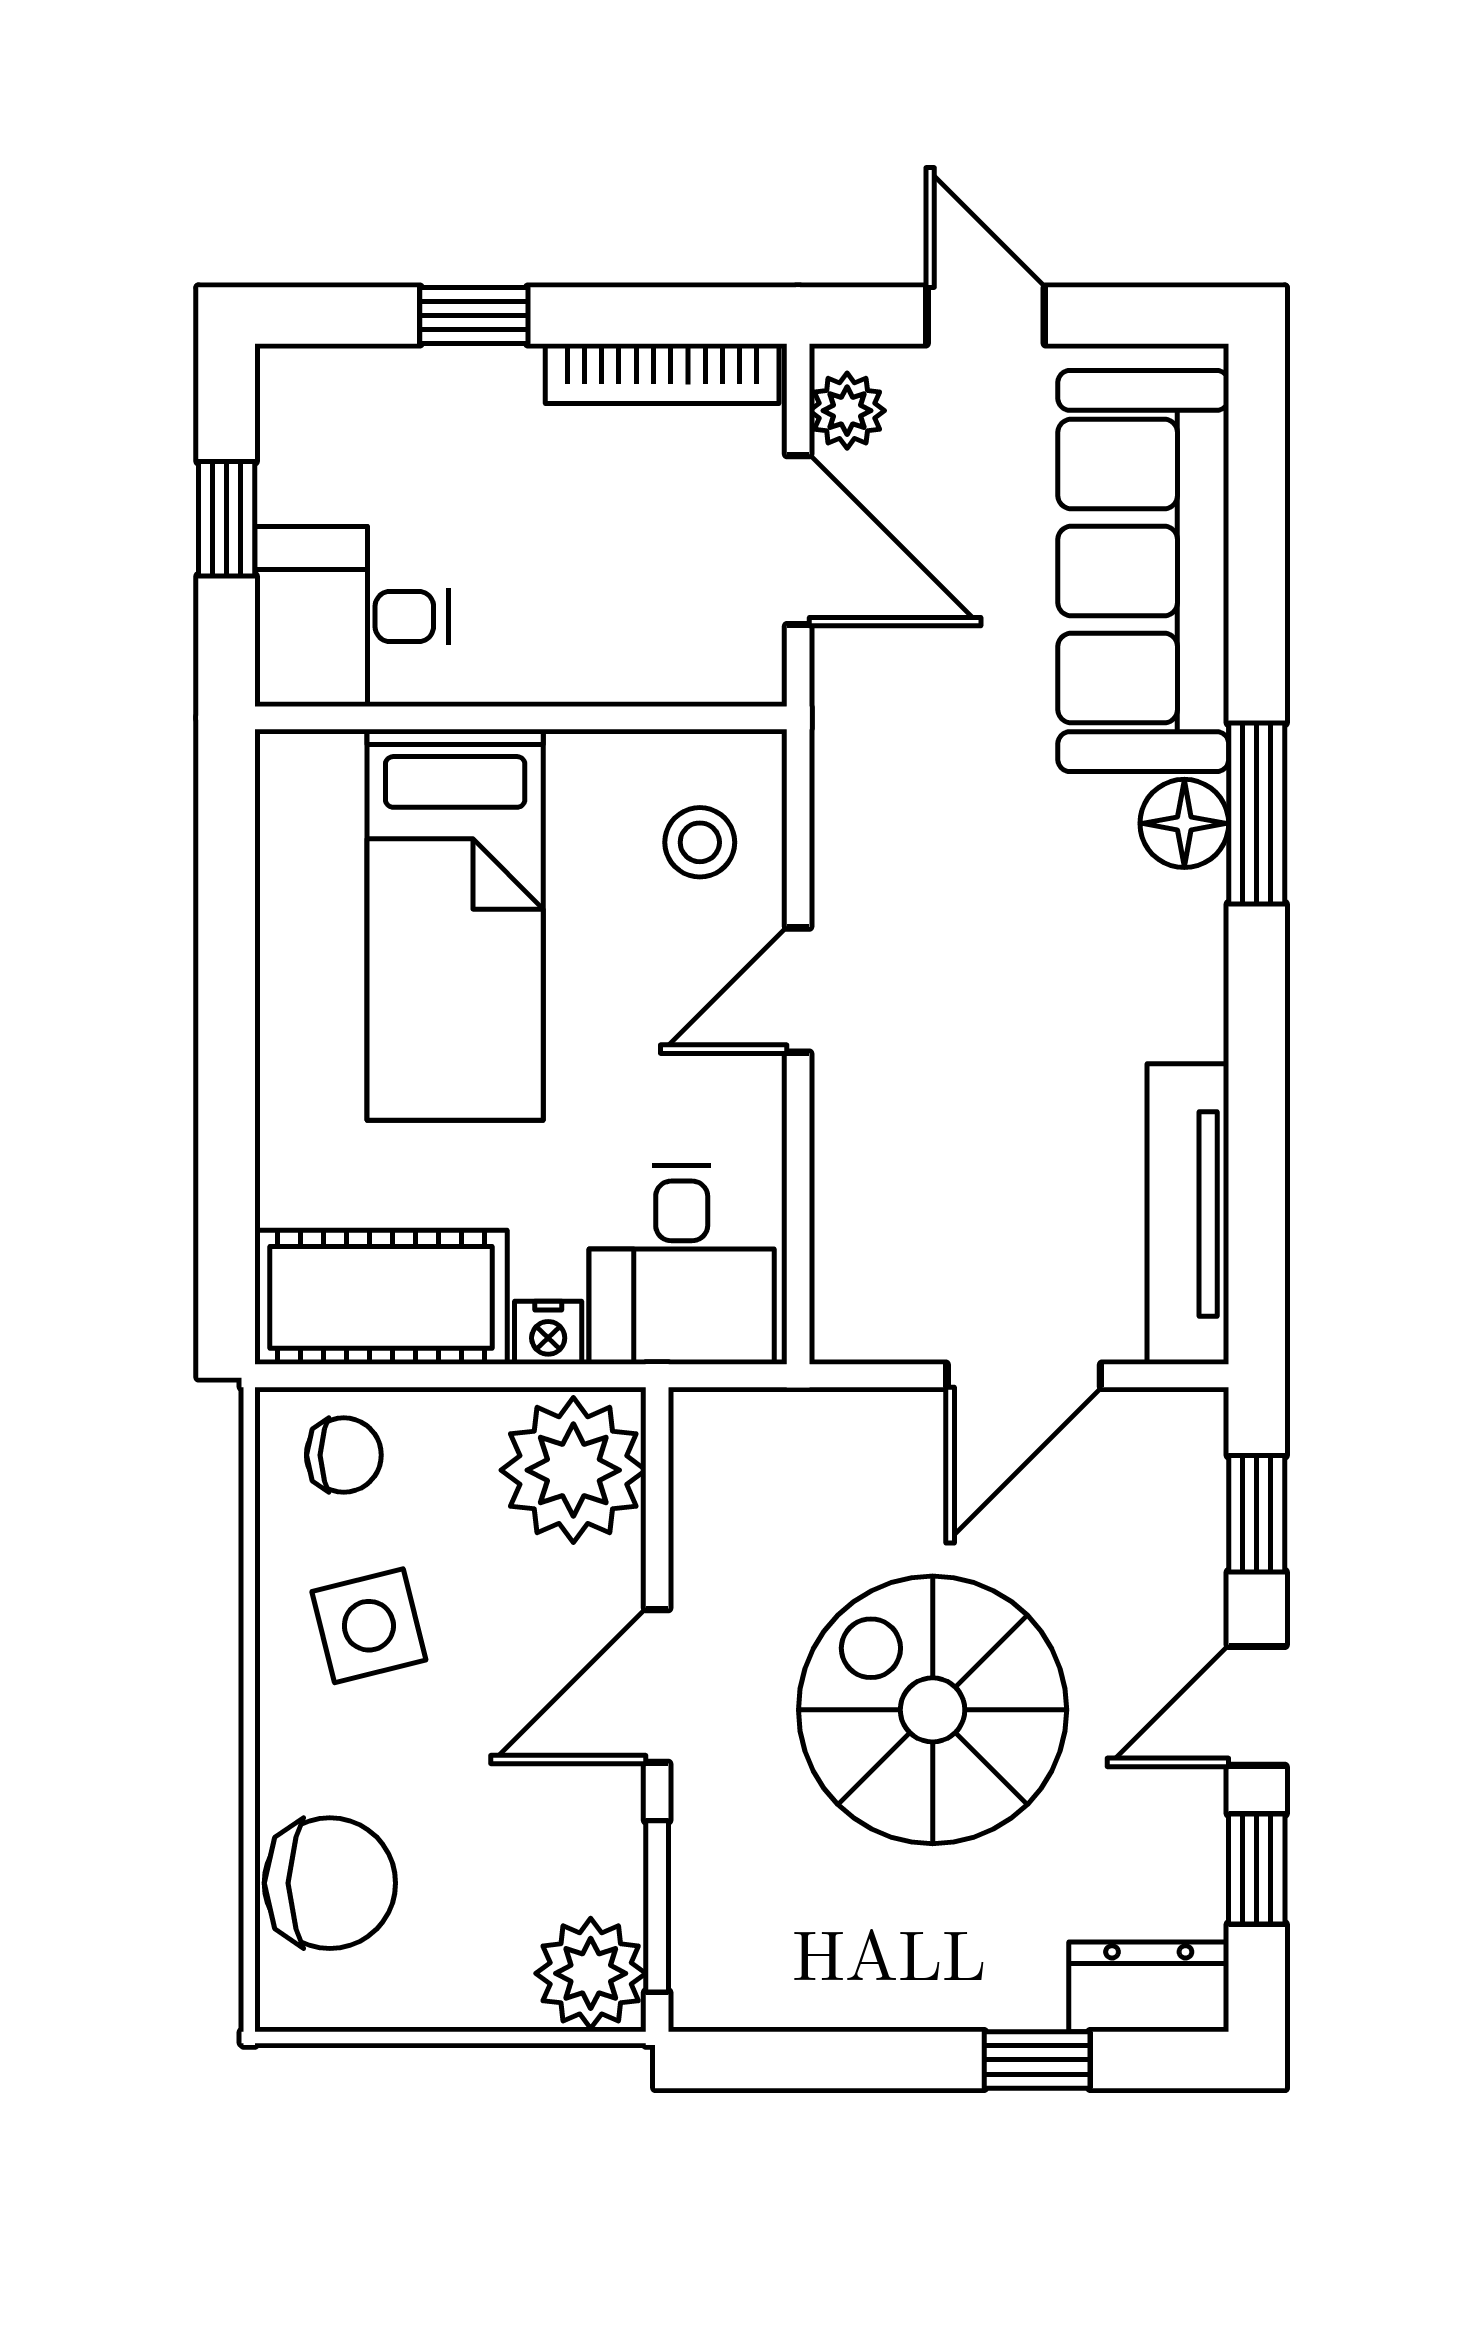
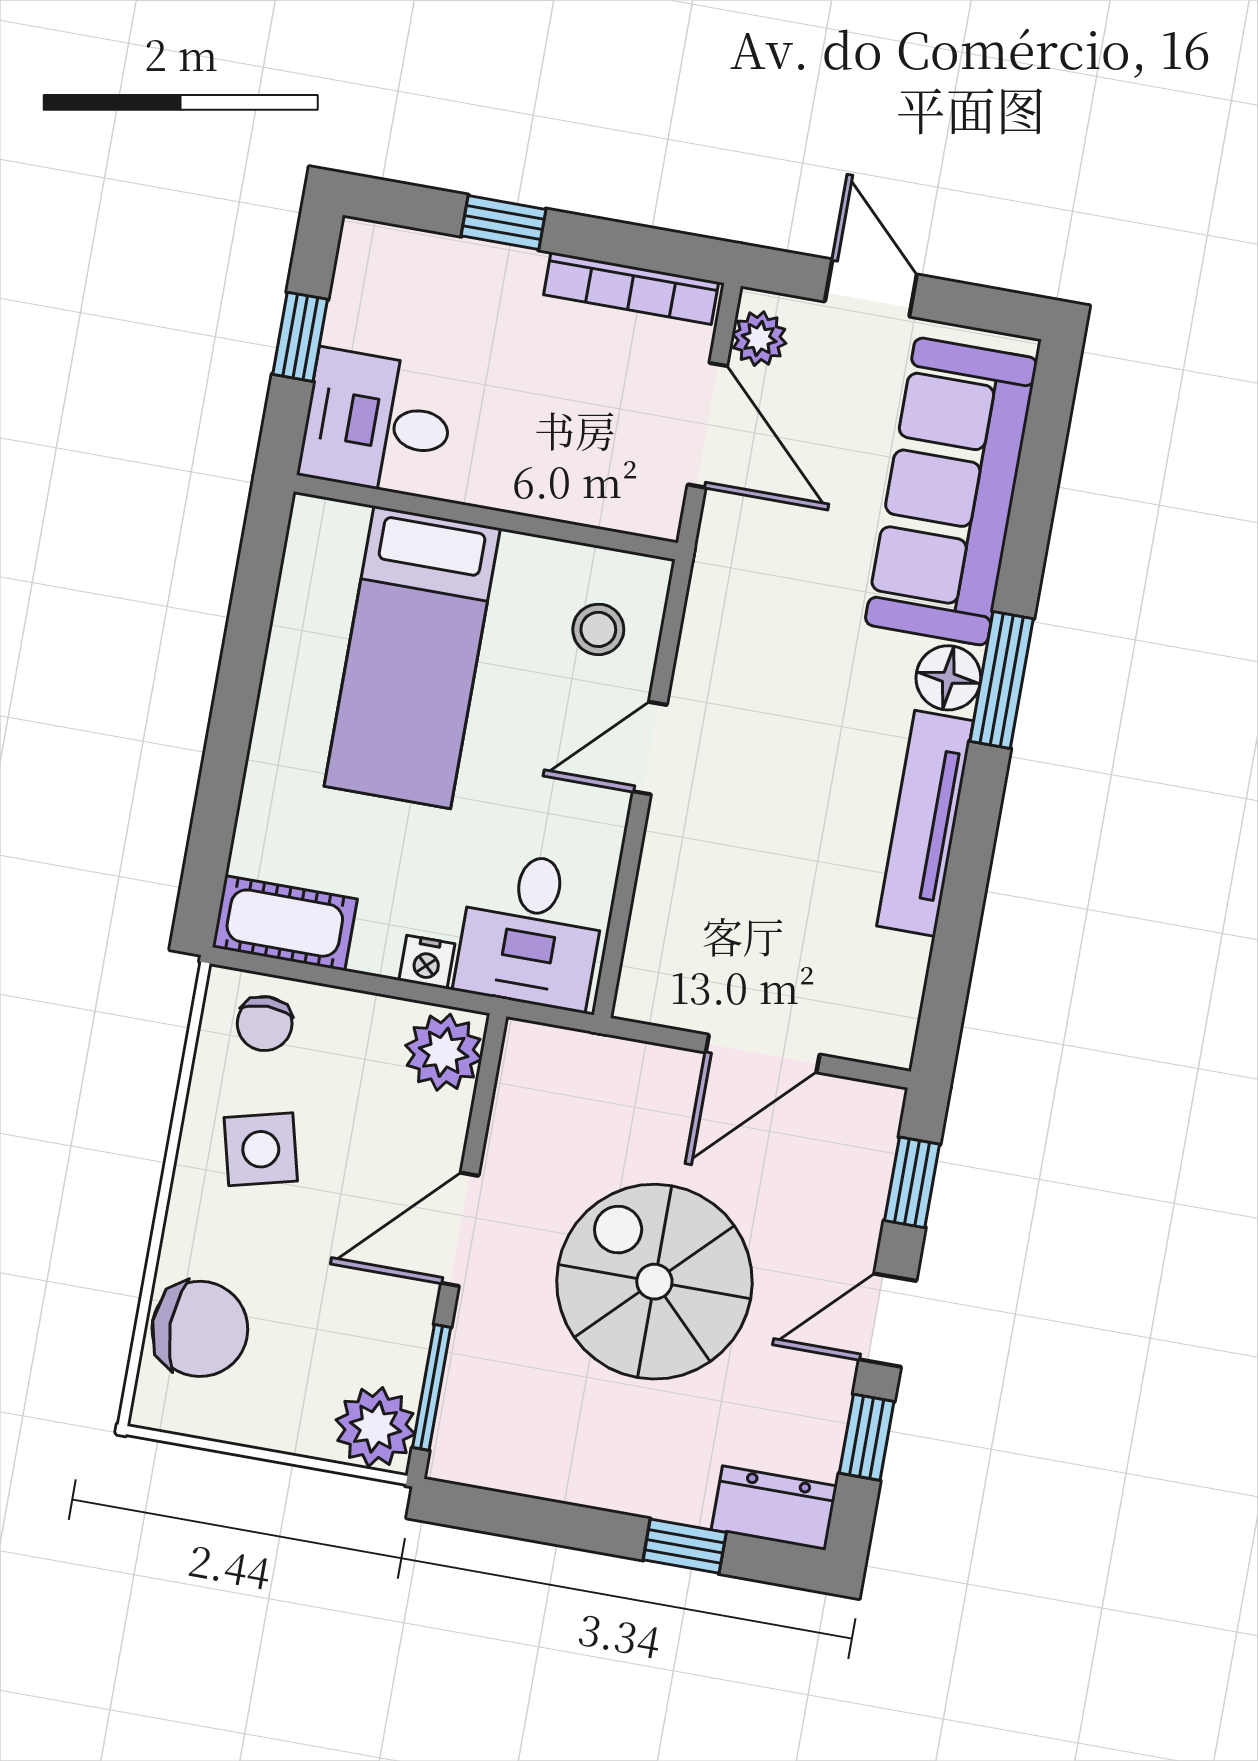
tv unit: (1188, 1214) -> (925, 823), moved
cot: (381, 1297) -> (285, 923), width x0.73, depth x0.75
chair: (344, 1455) -> (265, 1024), turned 90
plant: (573, 1470) -> (444, 1052), width x0.73, depth x0.73

